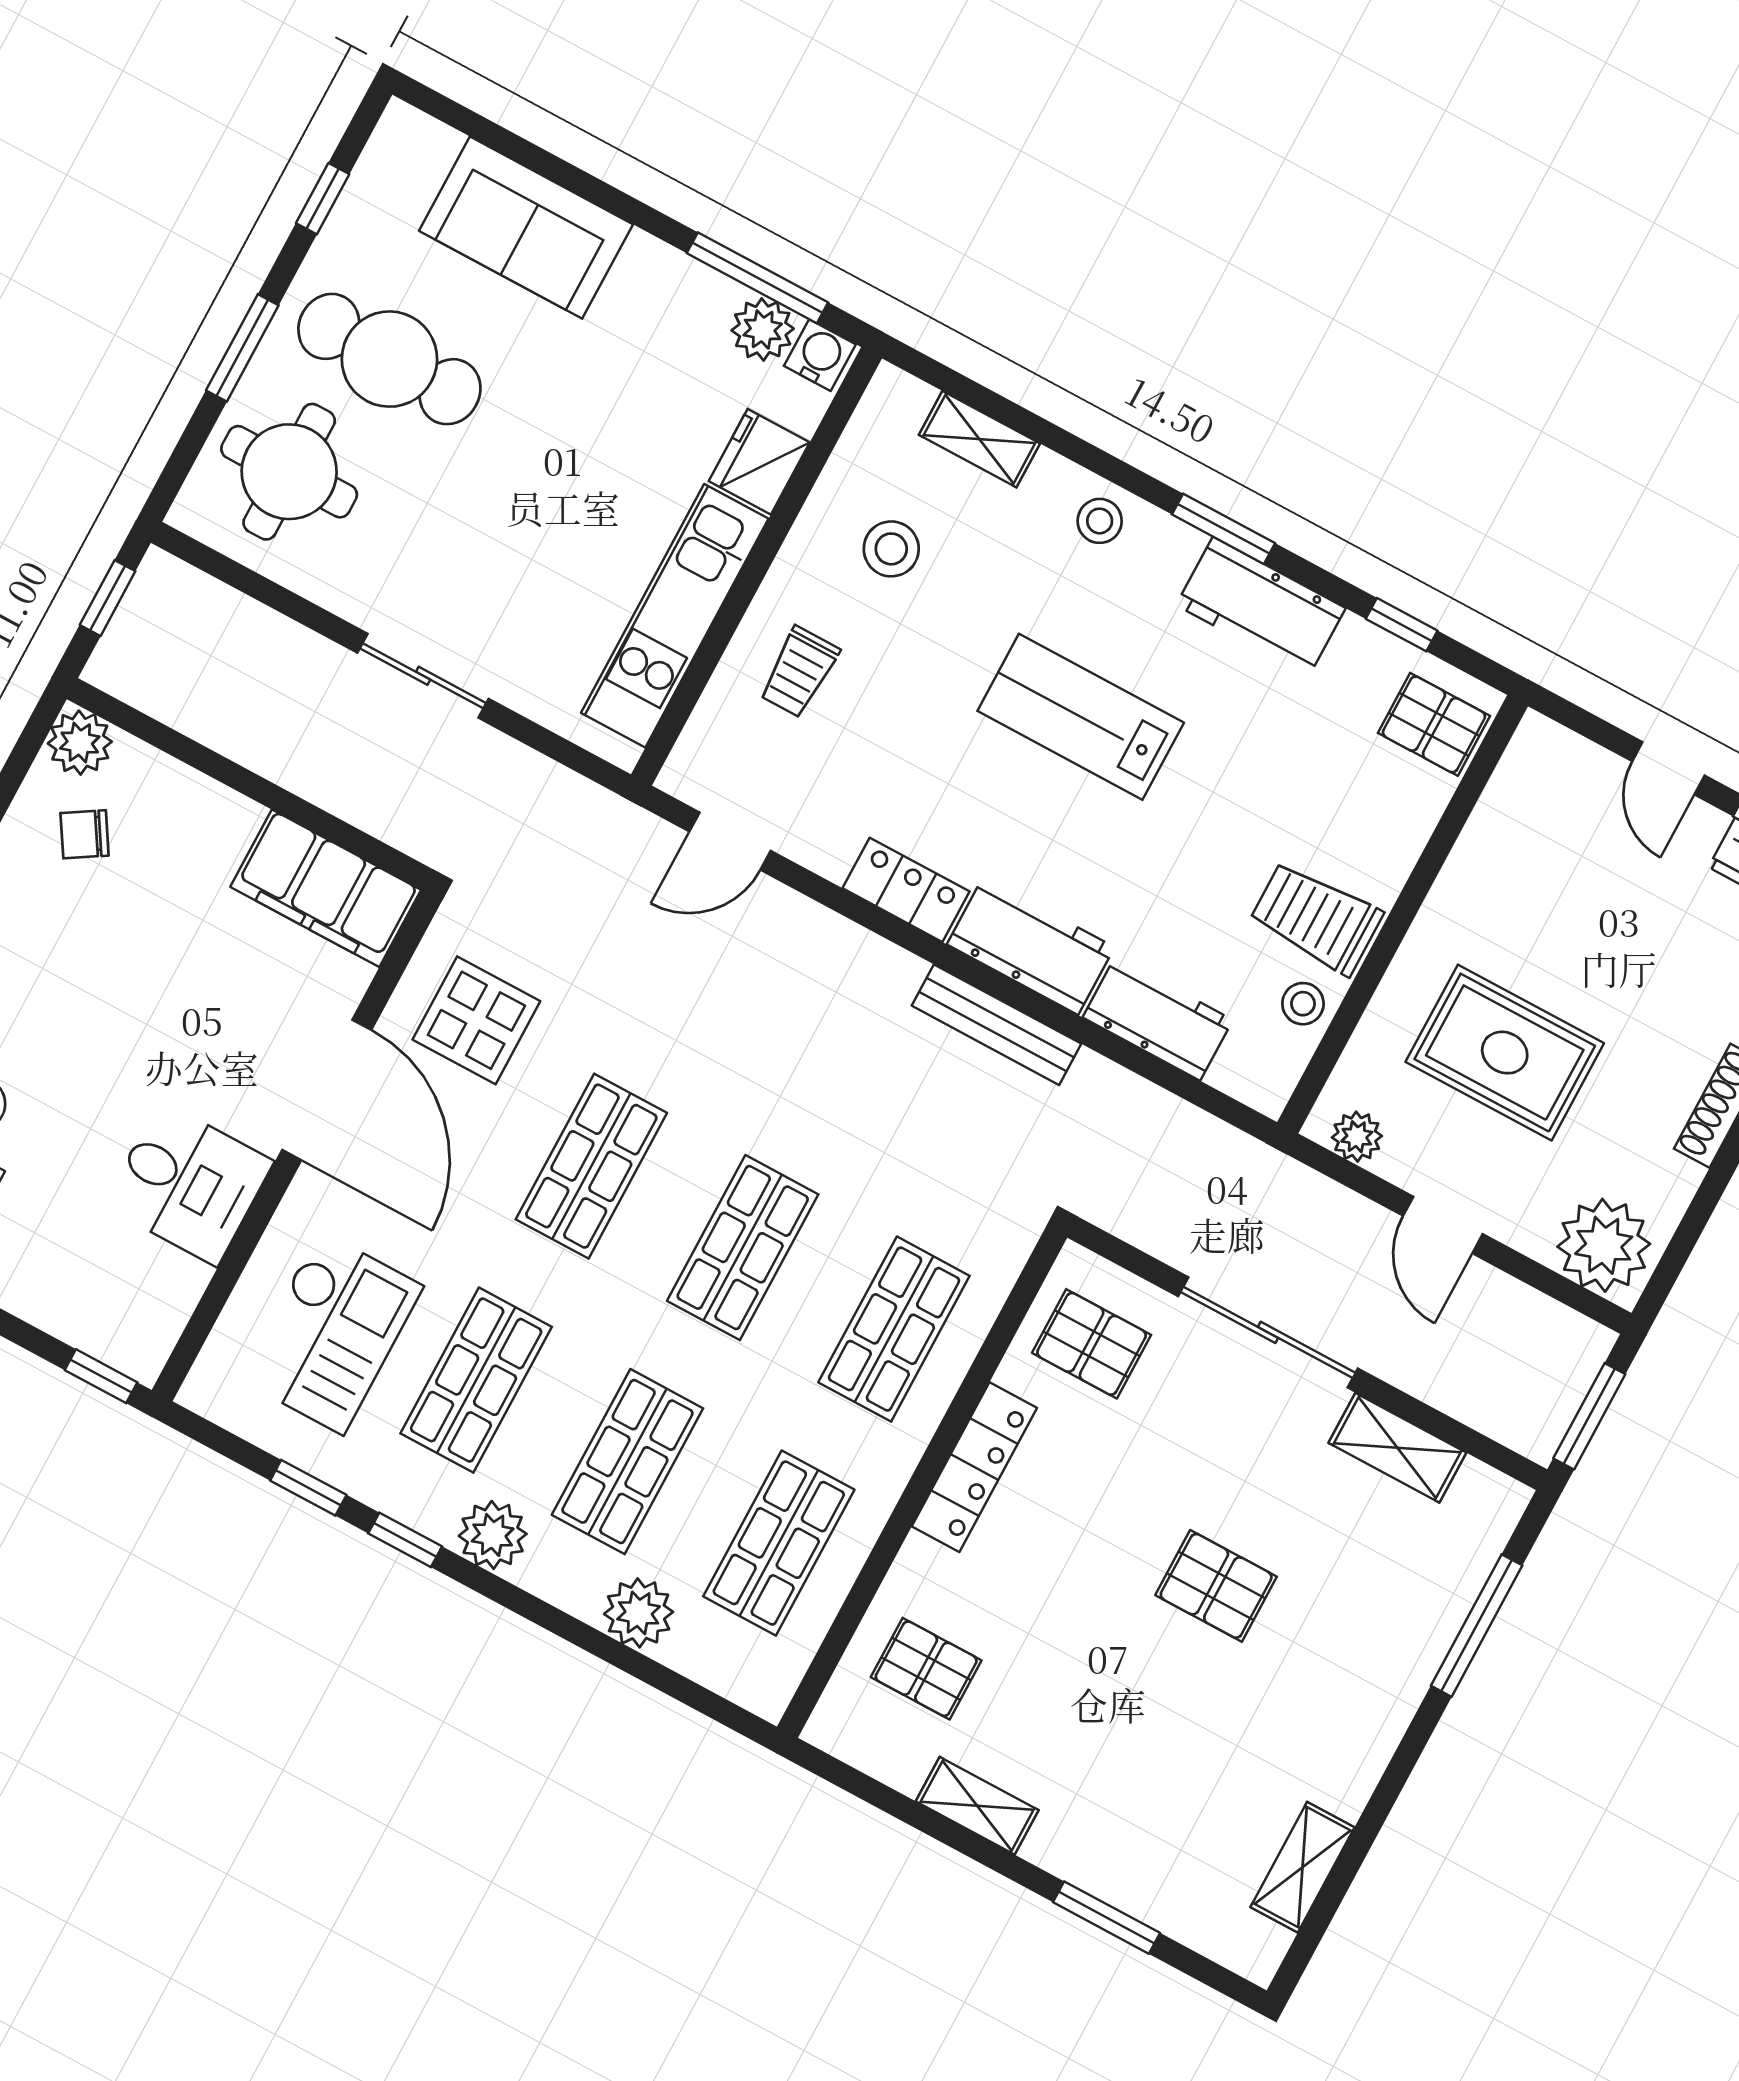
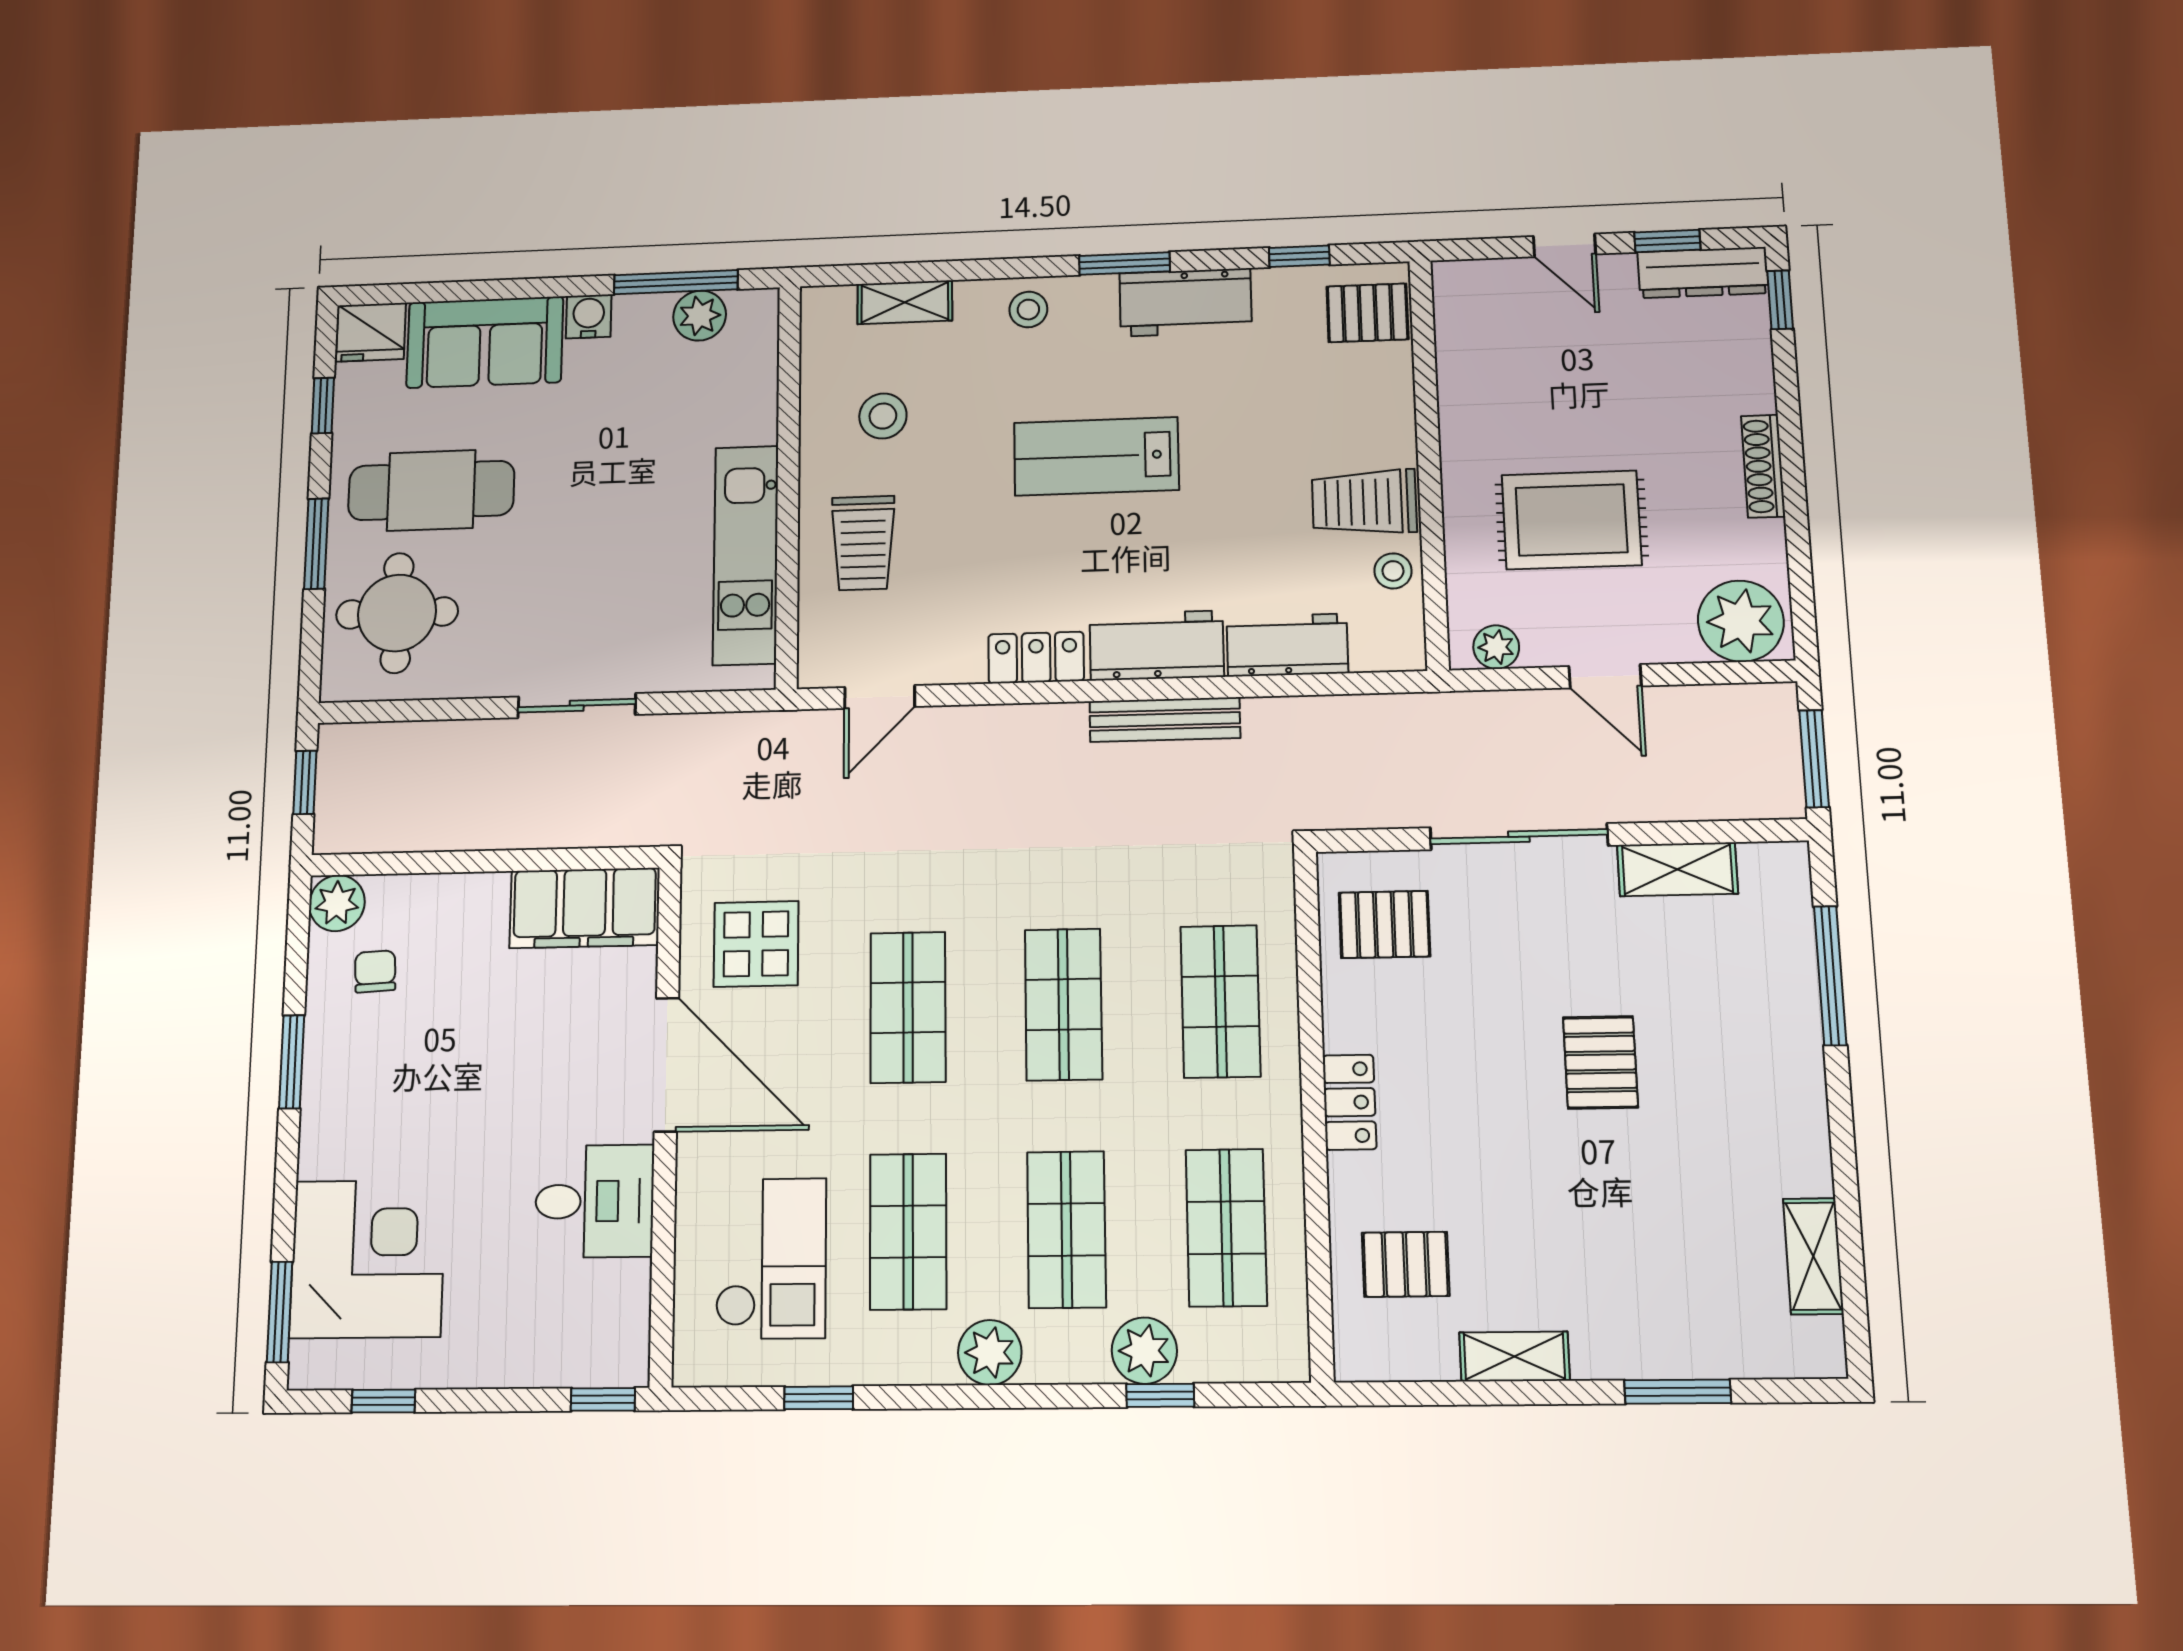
water cooler: (820, 355) -> (589, 316), moved
fridge: (759, 462) -> (371, 332), moved, turned -90
trolley: (799, 672) -> (863, 543), width x1.36, depth x1.39
chair: (85, 834) -> (375, 971), turned 119
locker: (974, 1467) -> (1350, 1102), width x0.66
window: (405, 1540) -> (1160, 1395), moved
pallet: (1216, 1586) -> (1600, 1062), turned 90

